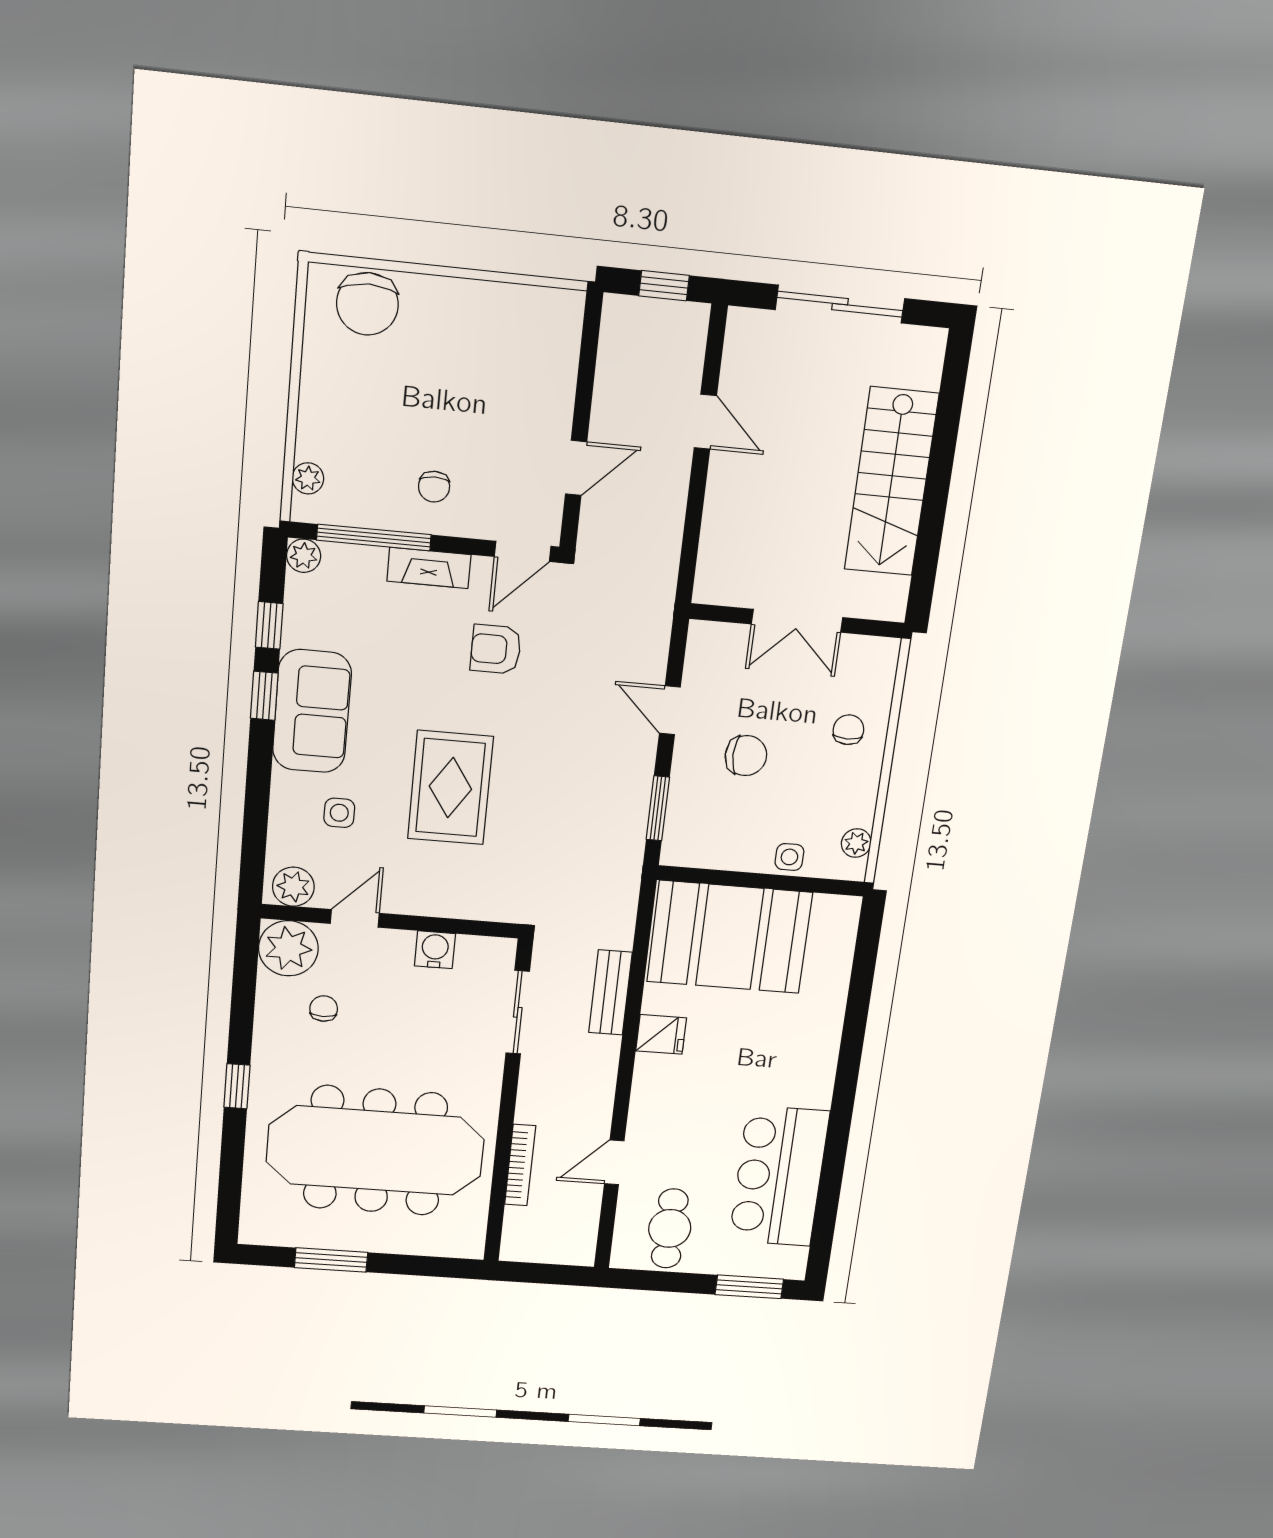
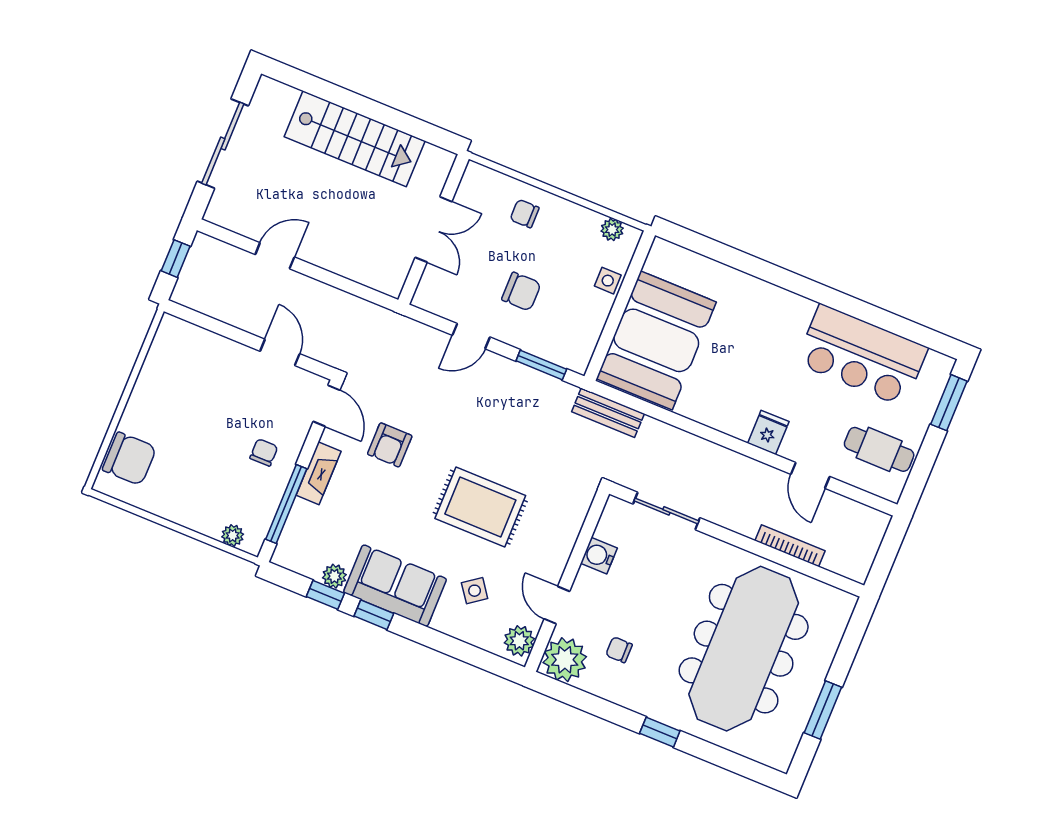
chair: (434, 487) -> (264, 452), turned -90
plant: (304, 556) -> (334, 576), moved
chair: (746, 756) -> (521, 292), turned 90
side table: (339, 813) -> (475, 591), turned -36
bench: (610, 992) -> (608, 413), moved
fridge: (661, 1034) -> (768, 432), moved

